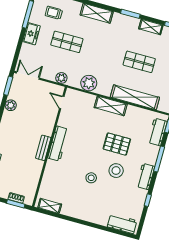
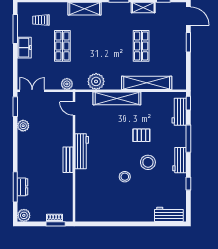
shop shelf: (67, 42) -> (62, 46), turned 90
shop shelf: (139, 62) -> (141, 46), turned 90
shelving: (111, 106) -> (117, 98), width x1.47
pallet: (117, 144) -> (141, 135), width x0.67, depth x0.71
shelving: (50, 206) -> (91, 217), removed

